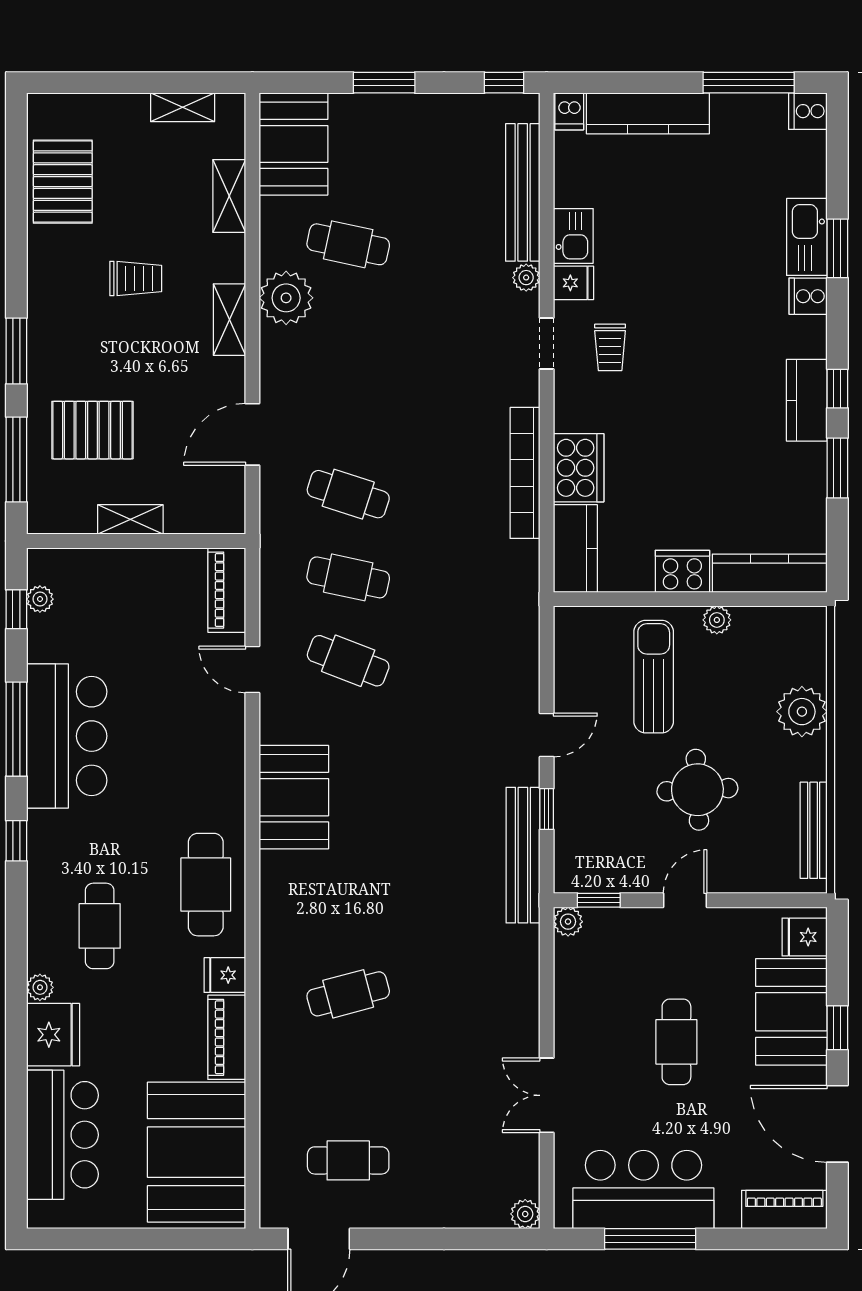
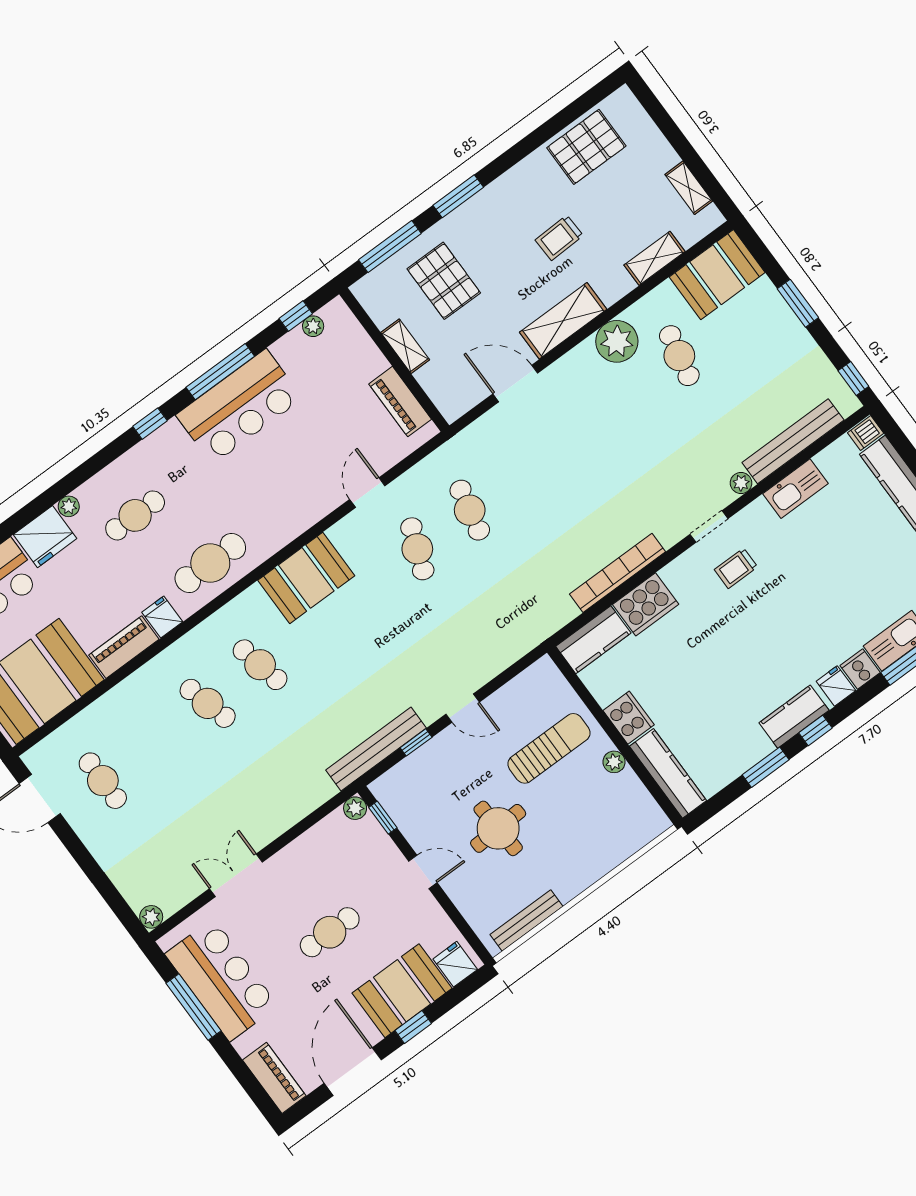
kitchen sink: (573, 236) -> (795, 489), width x1.38
trolley: (136, 279) -> (559, 238), turned 88
fridge: (574, 283) -> (836, 686), moved, turned 180
shelving: (229, 320) -> (563, 321), width x1.50, depth x1.33
cafe table: (348, 494) -> (260, 665), moved, turned -30
piano: (227, 590) -> (400, 402), moved, turned -90
plant: (802, 712) -> (596, 858), removed

